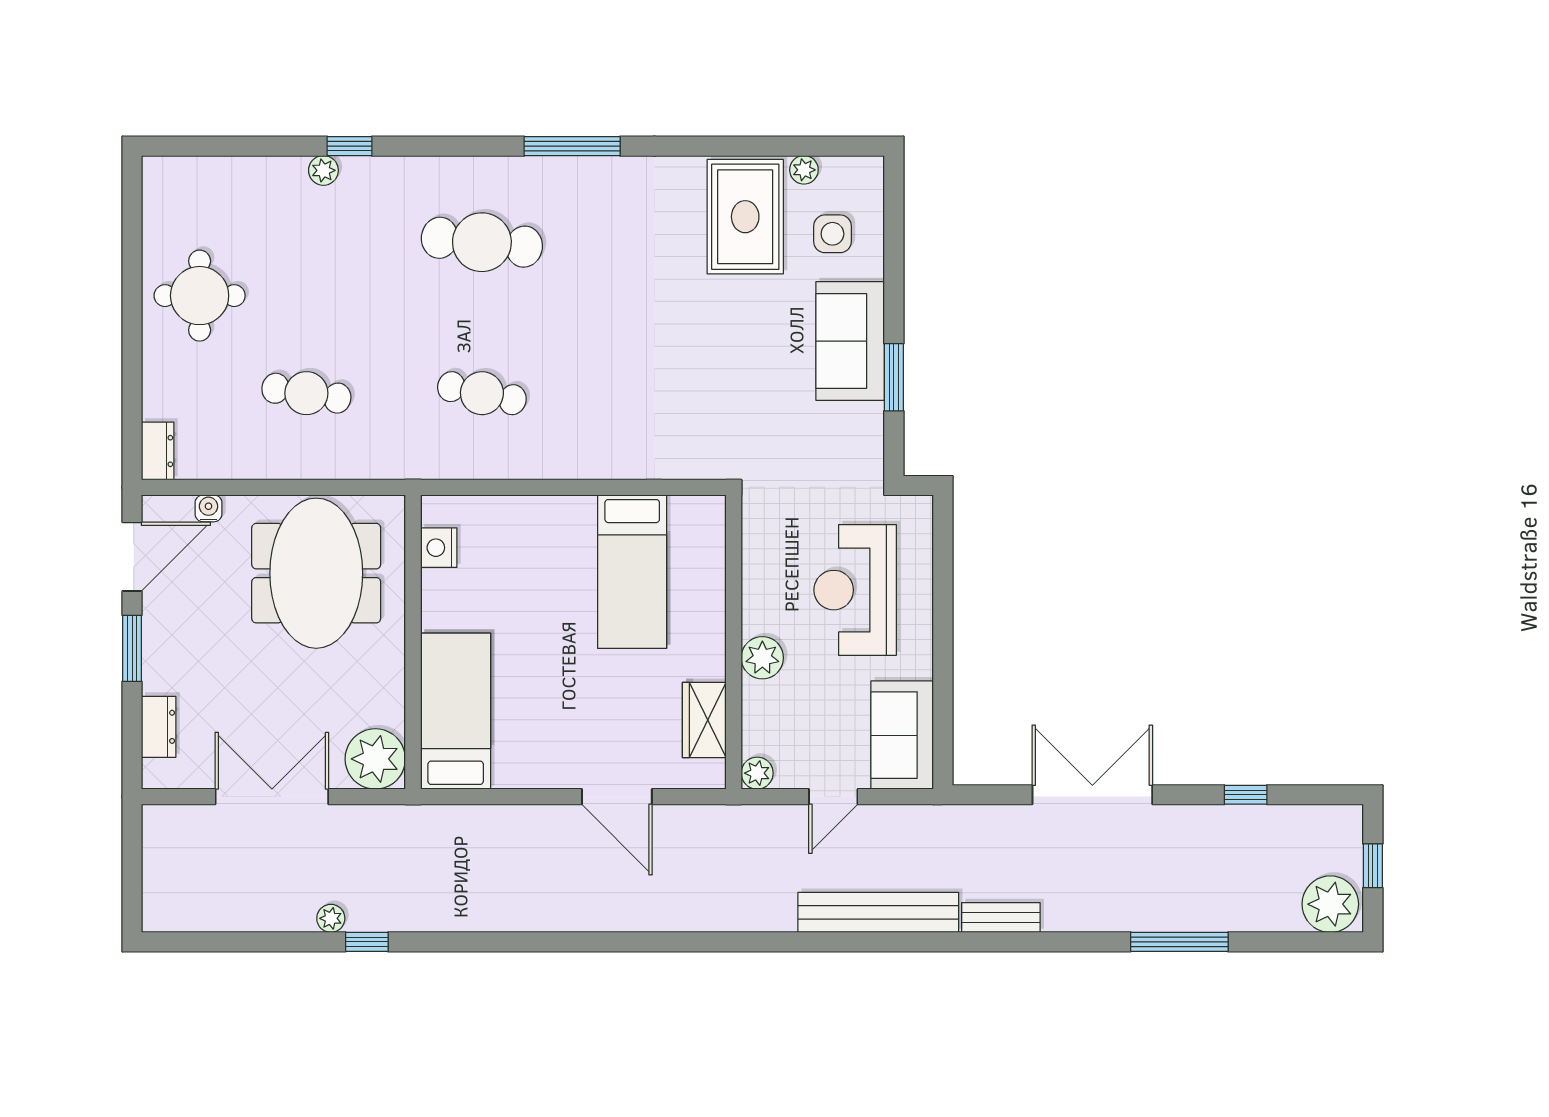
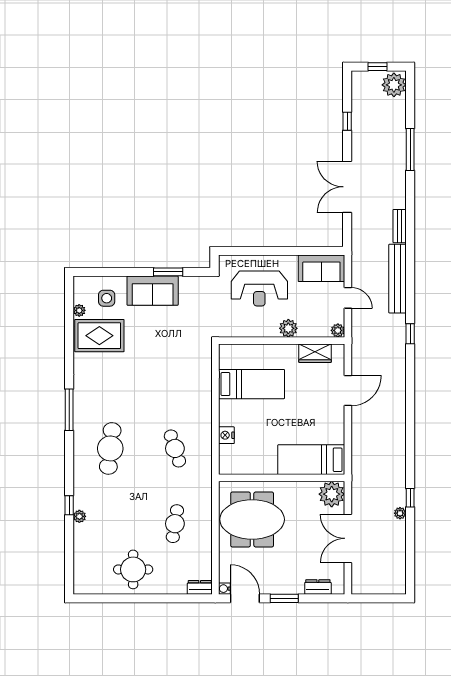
cafe table: (482, 393) -> (175, 448), turned -30
water cooler: (208, 508) -> (224, 589), moved
nightstand: (439, 548) -> (226, 435), moved, turned 90
window: (750, 942) -> (410, 334), added

